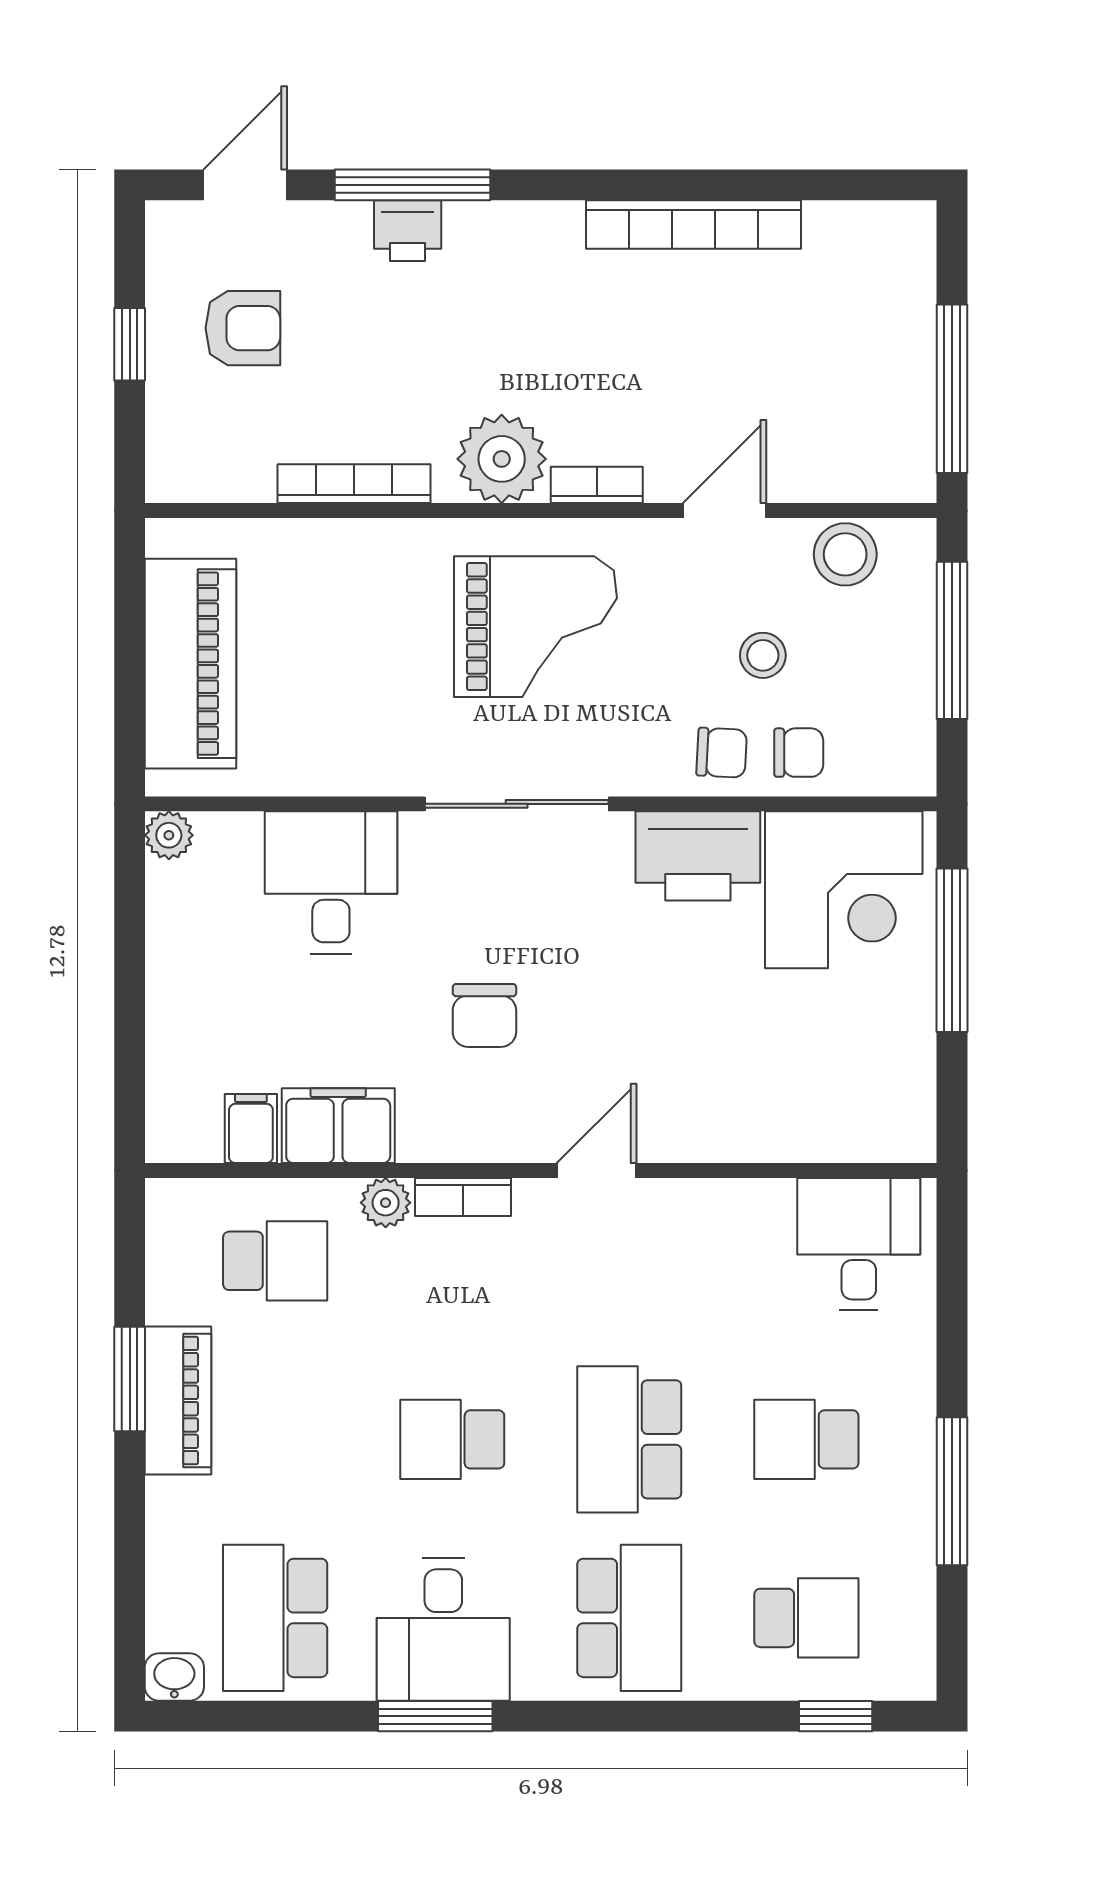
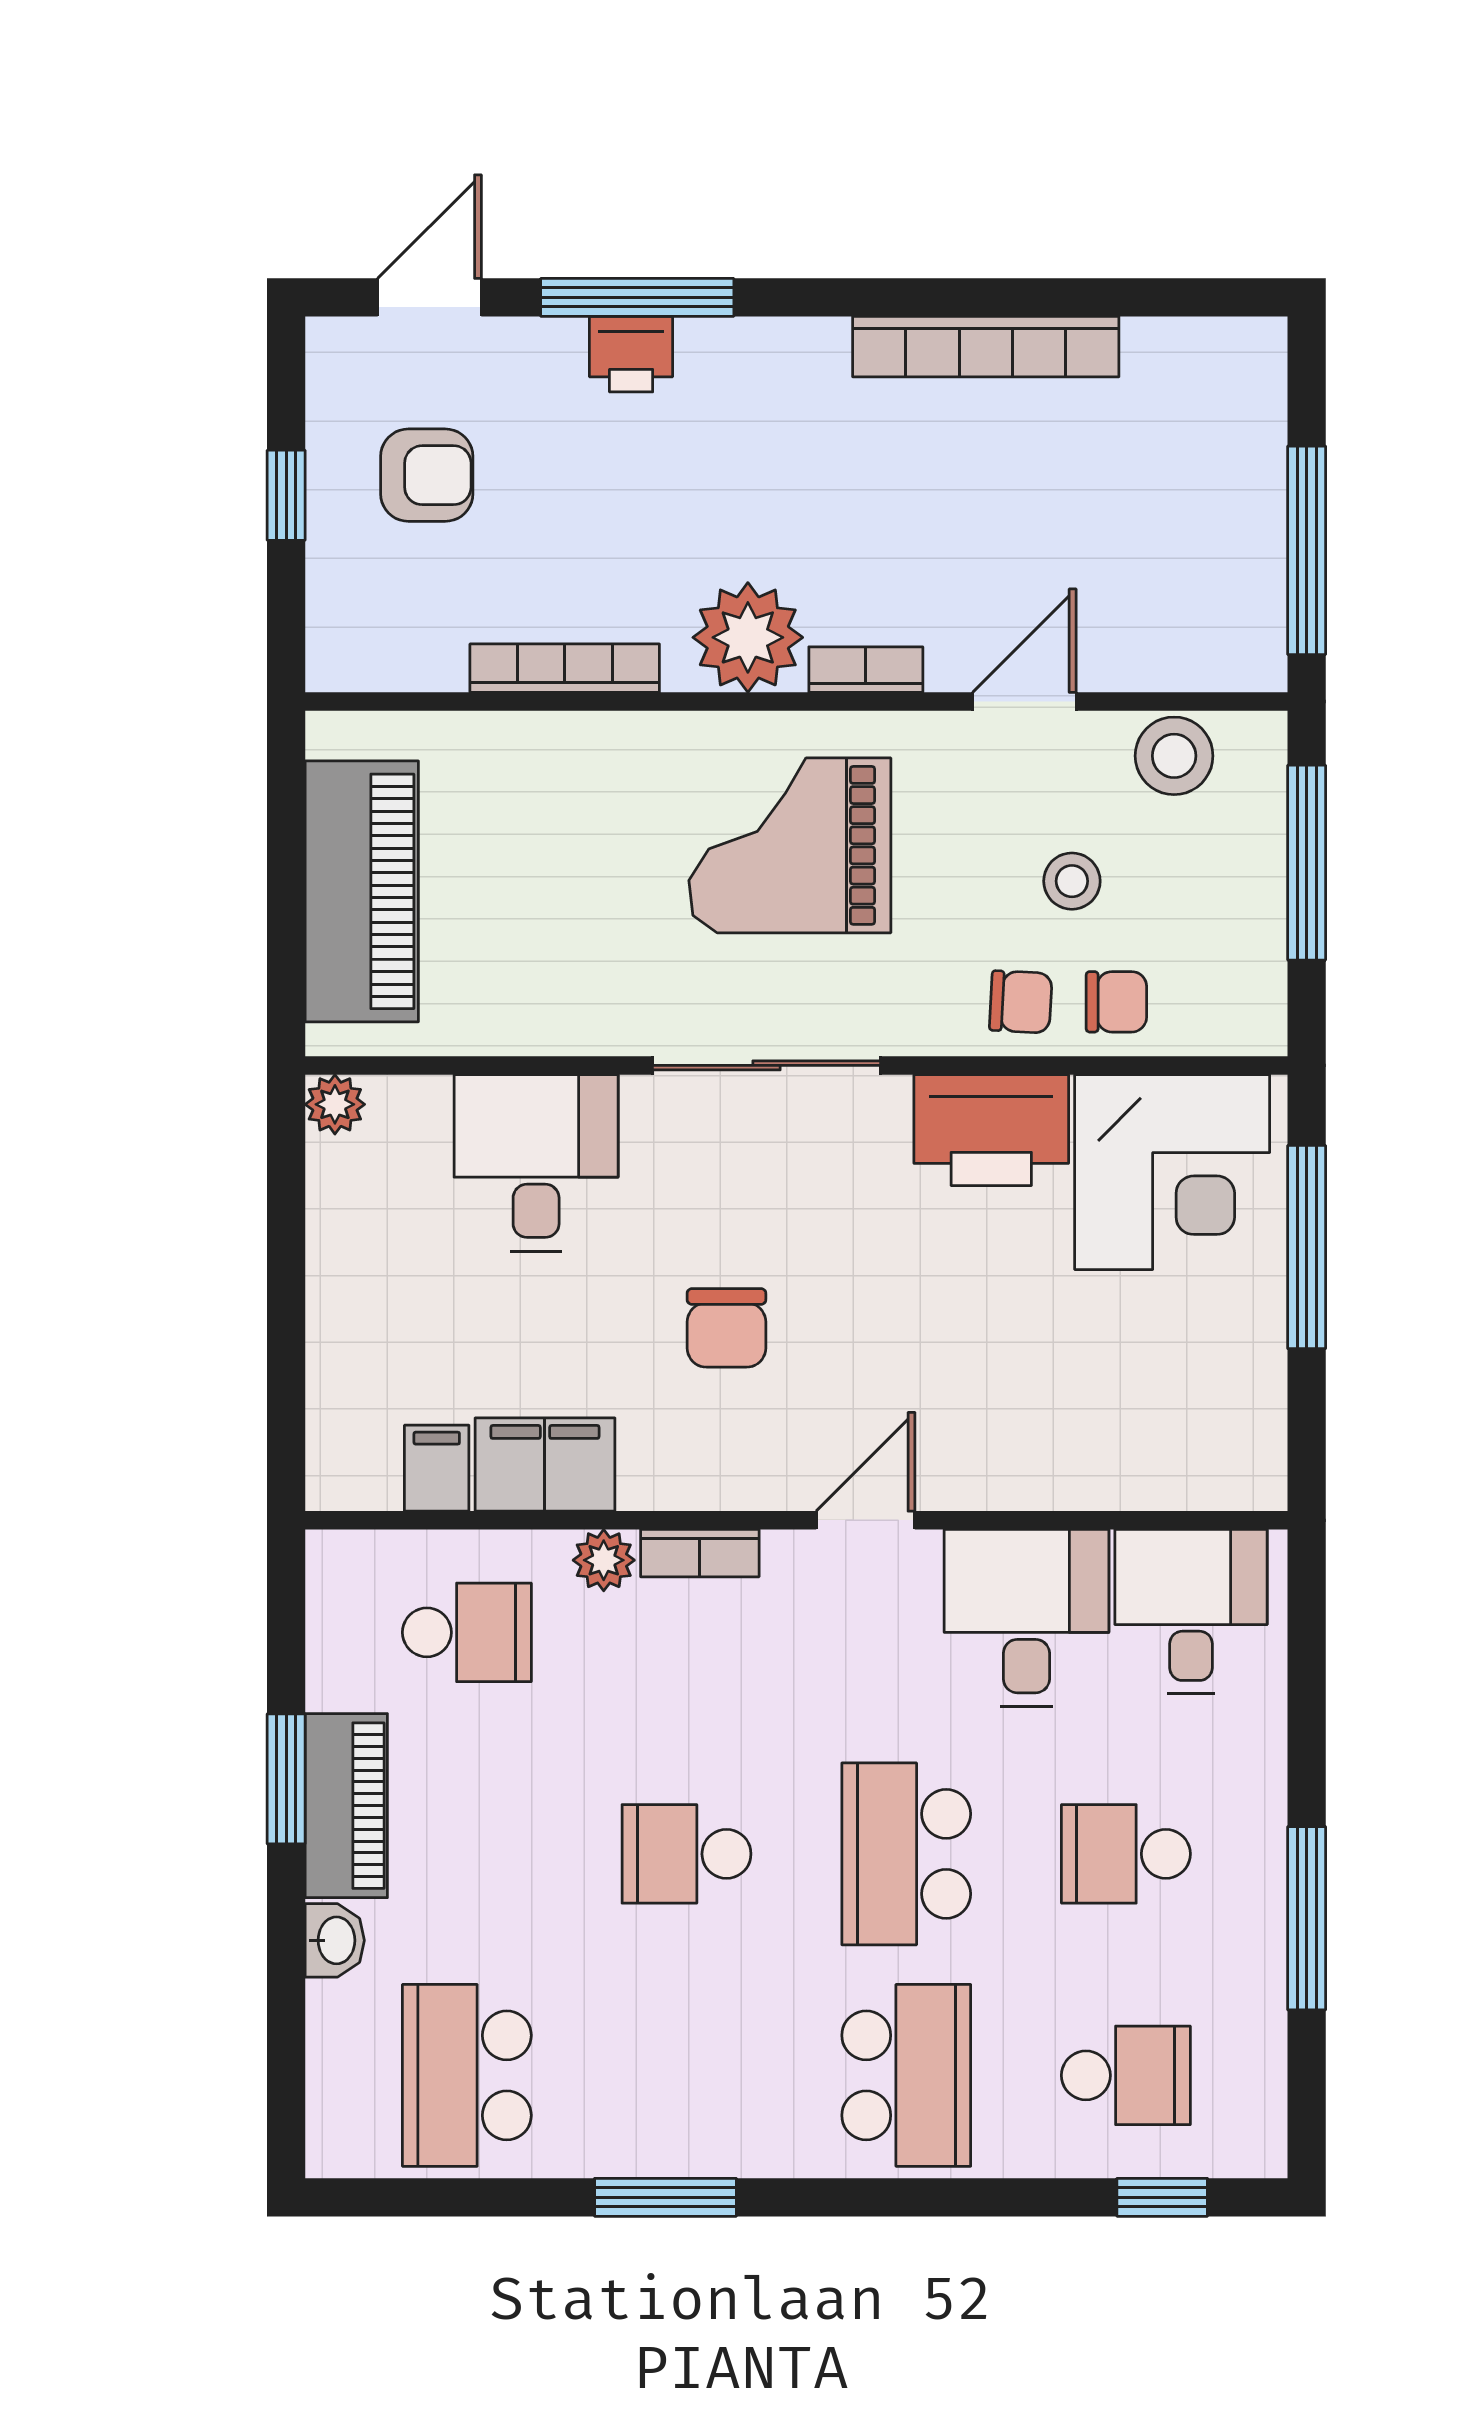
grand piano: (535, 627) -> (790, 845), turned 180
desk: (443, 1629) -> (1026, 1618), moved, turned 180
washbasin: (174, 1677) -> (335, 1940), moved, turned 90

